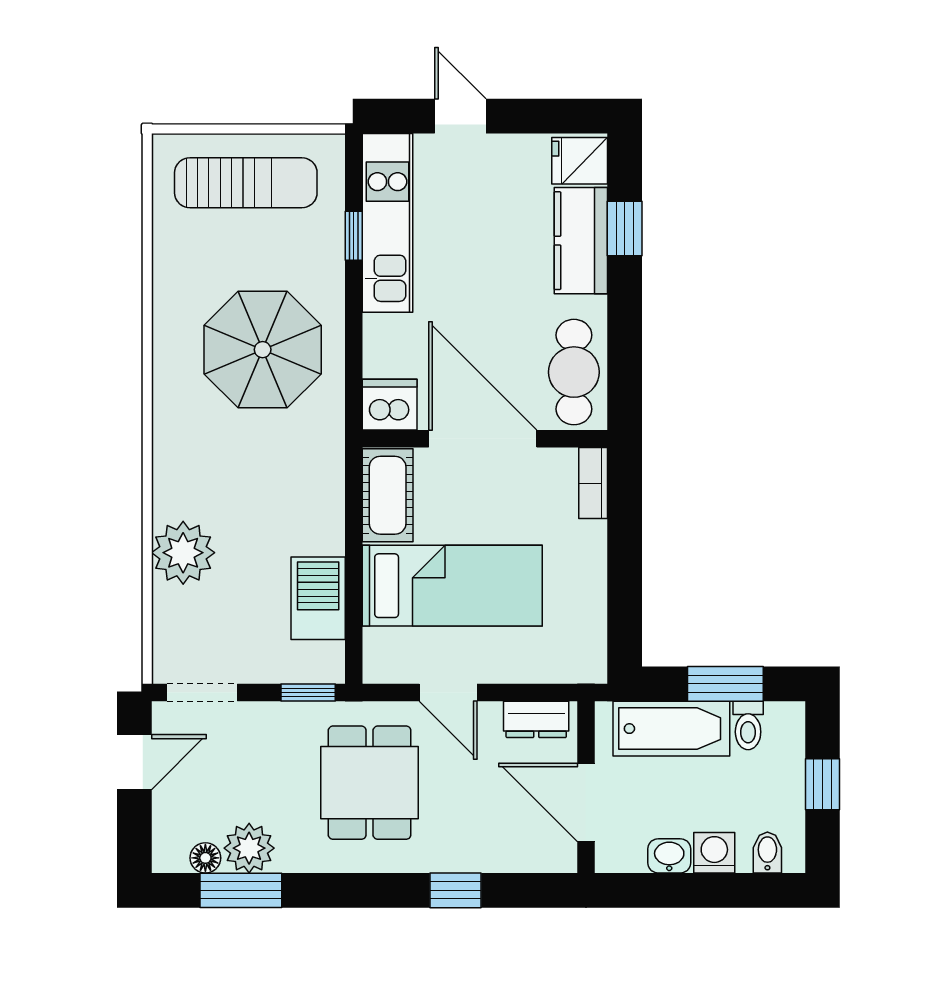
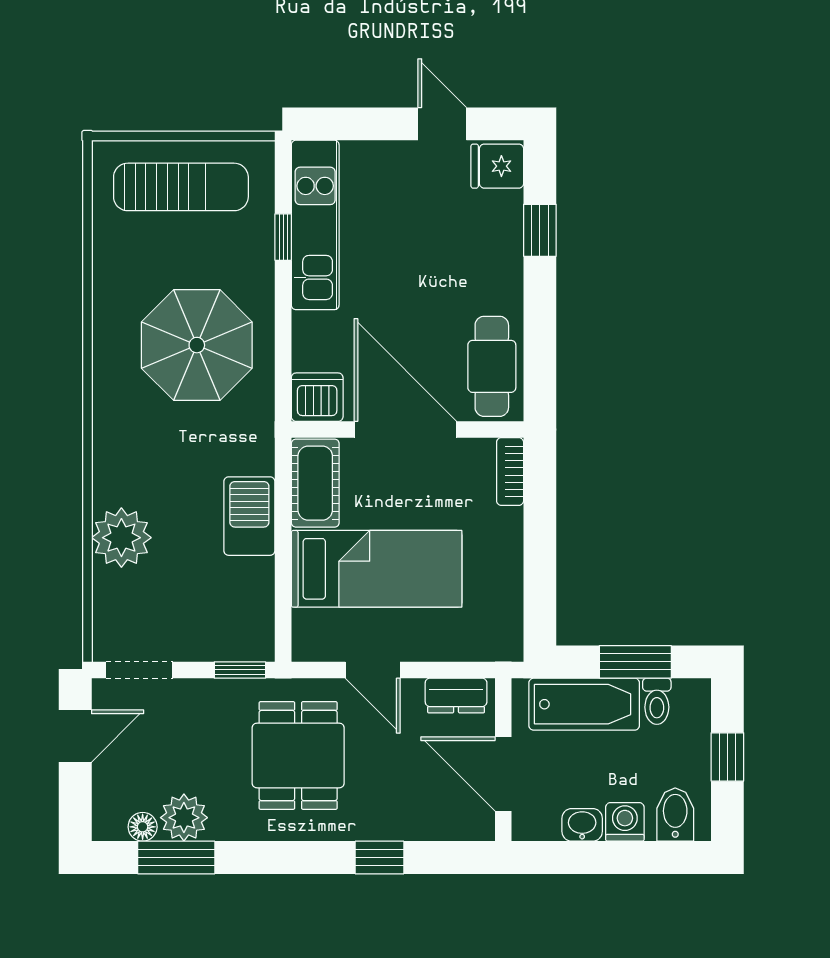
door: (460, 116) -> (442, 124), moved
kitchen counter: (581, 241) -> (498, 242), removed
barbecue: (318, 598) -> (249, 516), moved
bidet: (767, 852) -> (675, 815), width x1.38, depth x1.36

